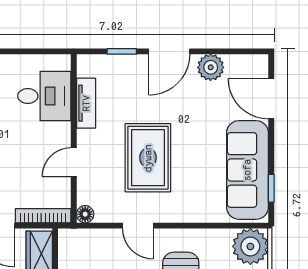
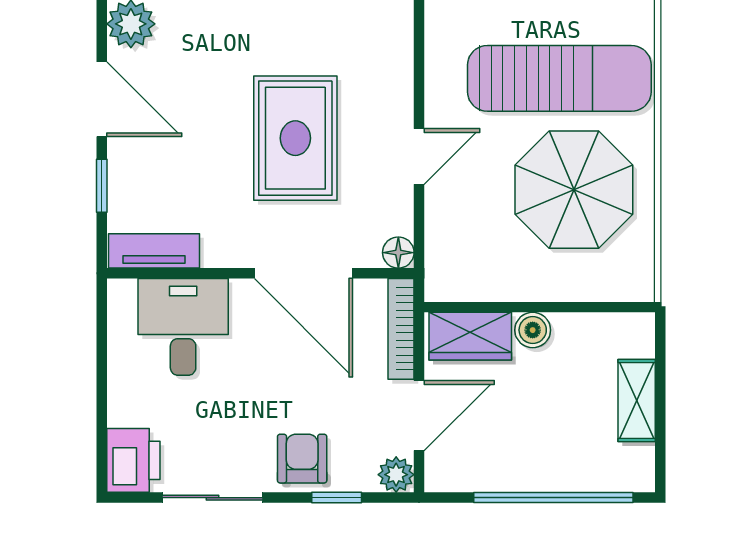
tv unit: (86, 103) -> (154, 251), moved
rug: (148, 158) -> (295, 138), turned 90
door: (74, 162) -> (303, 273), width x1.88

